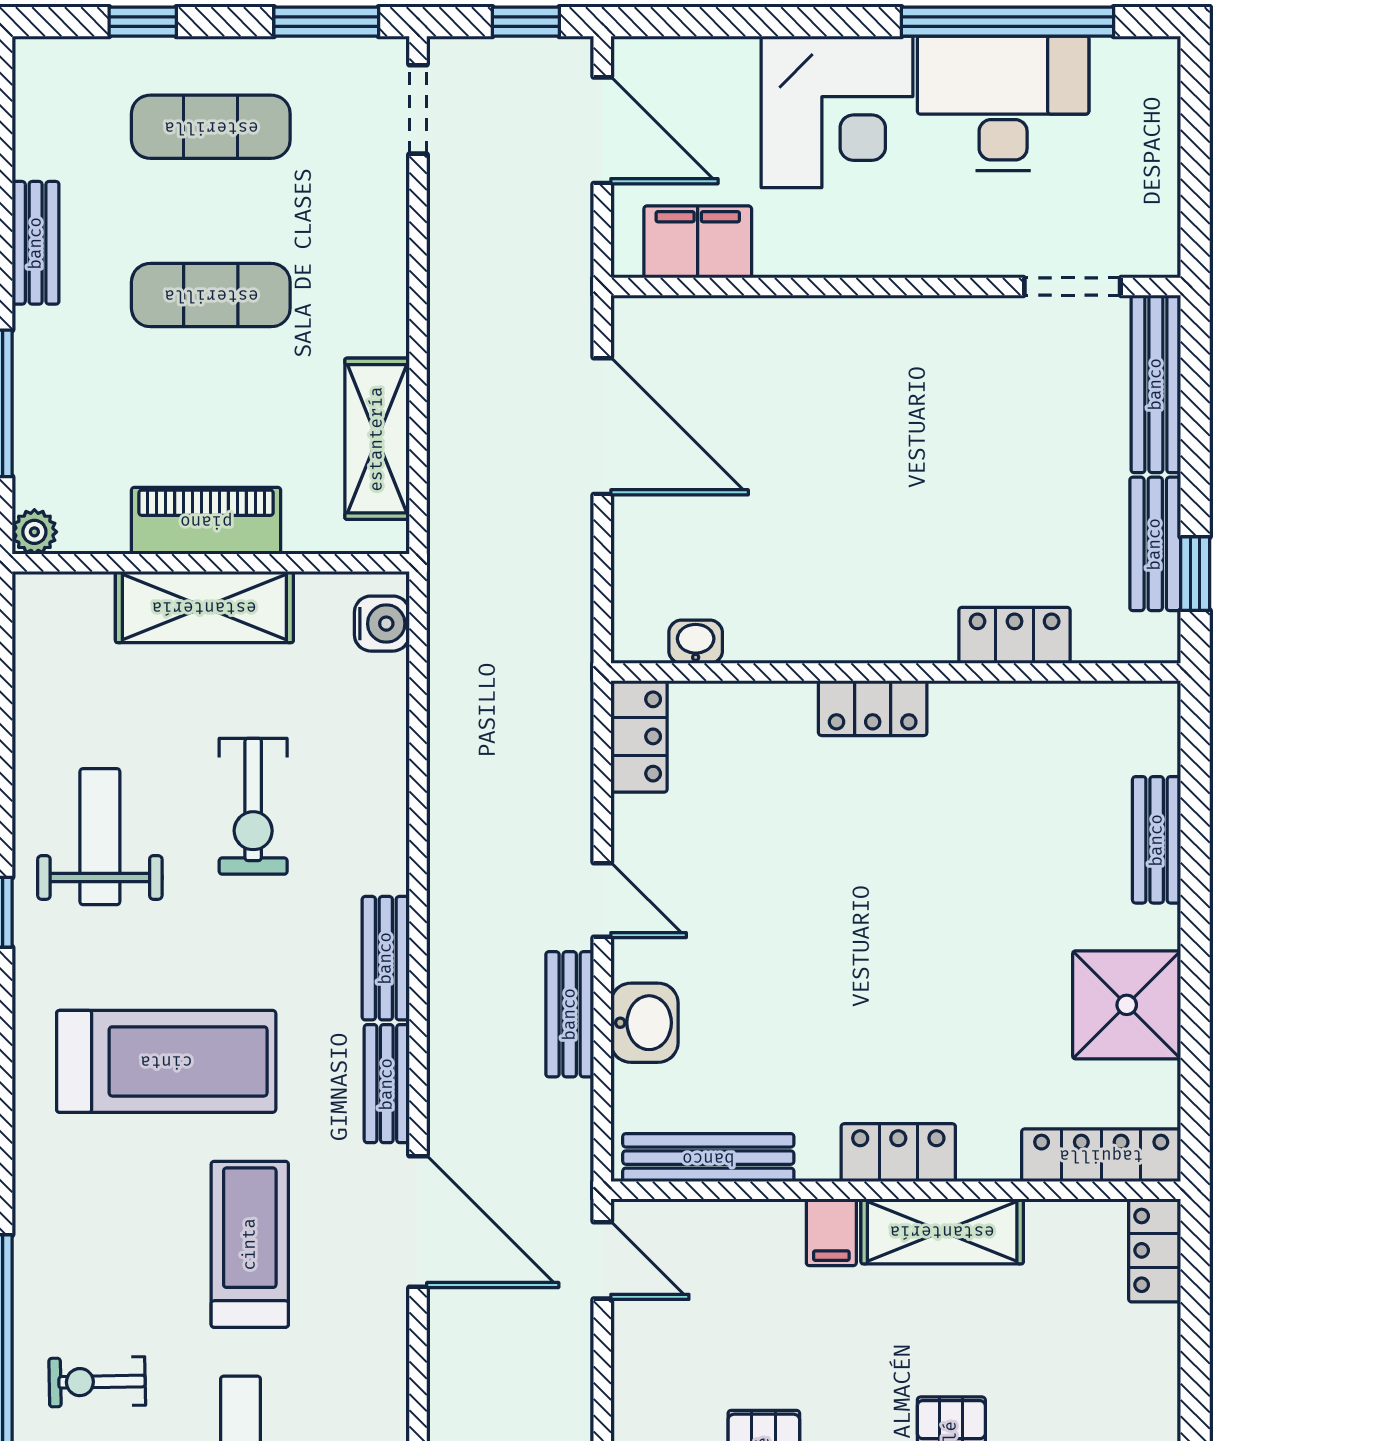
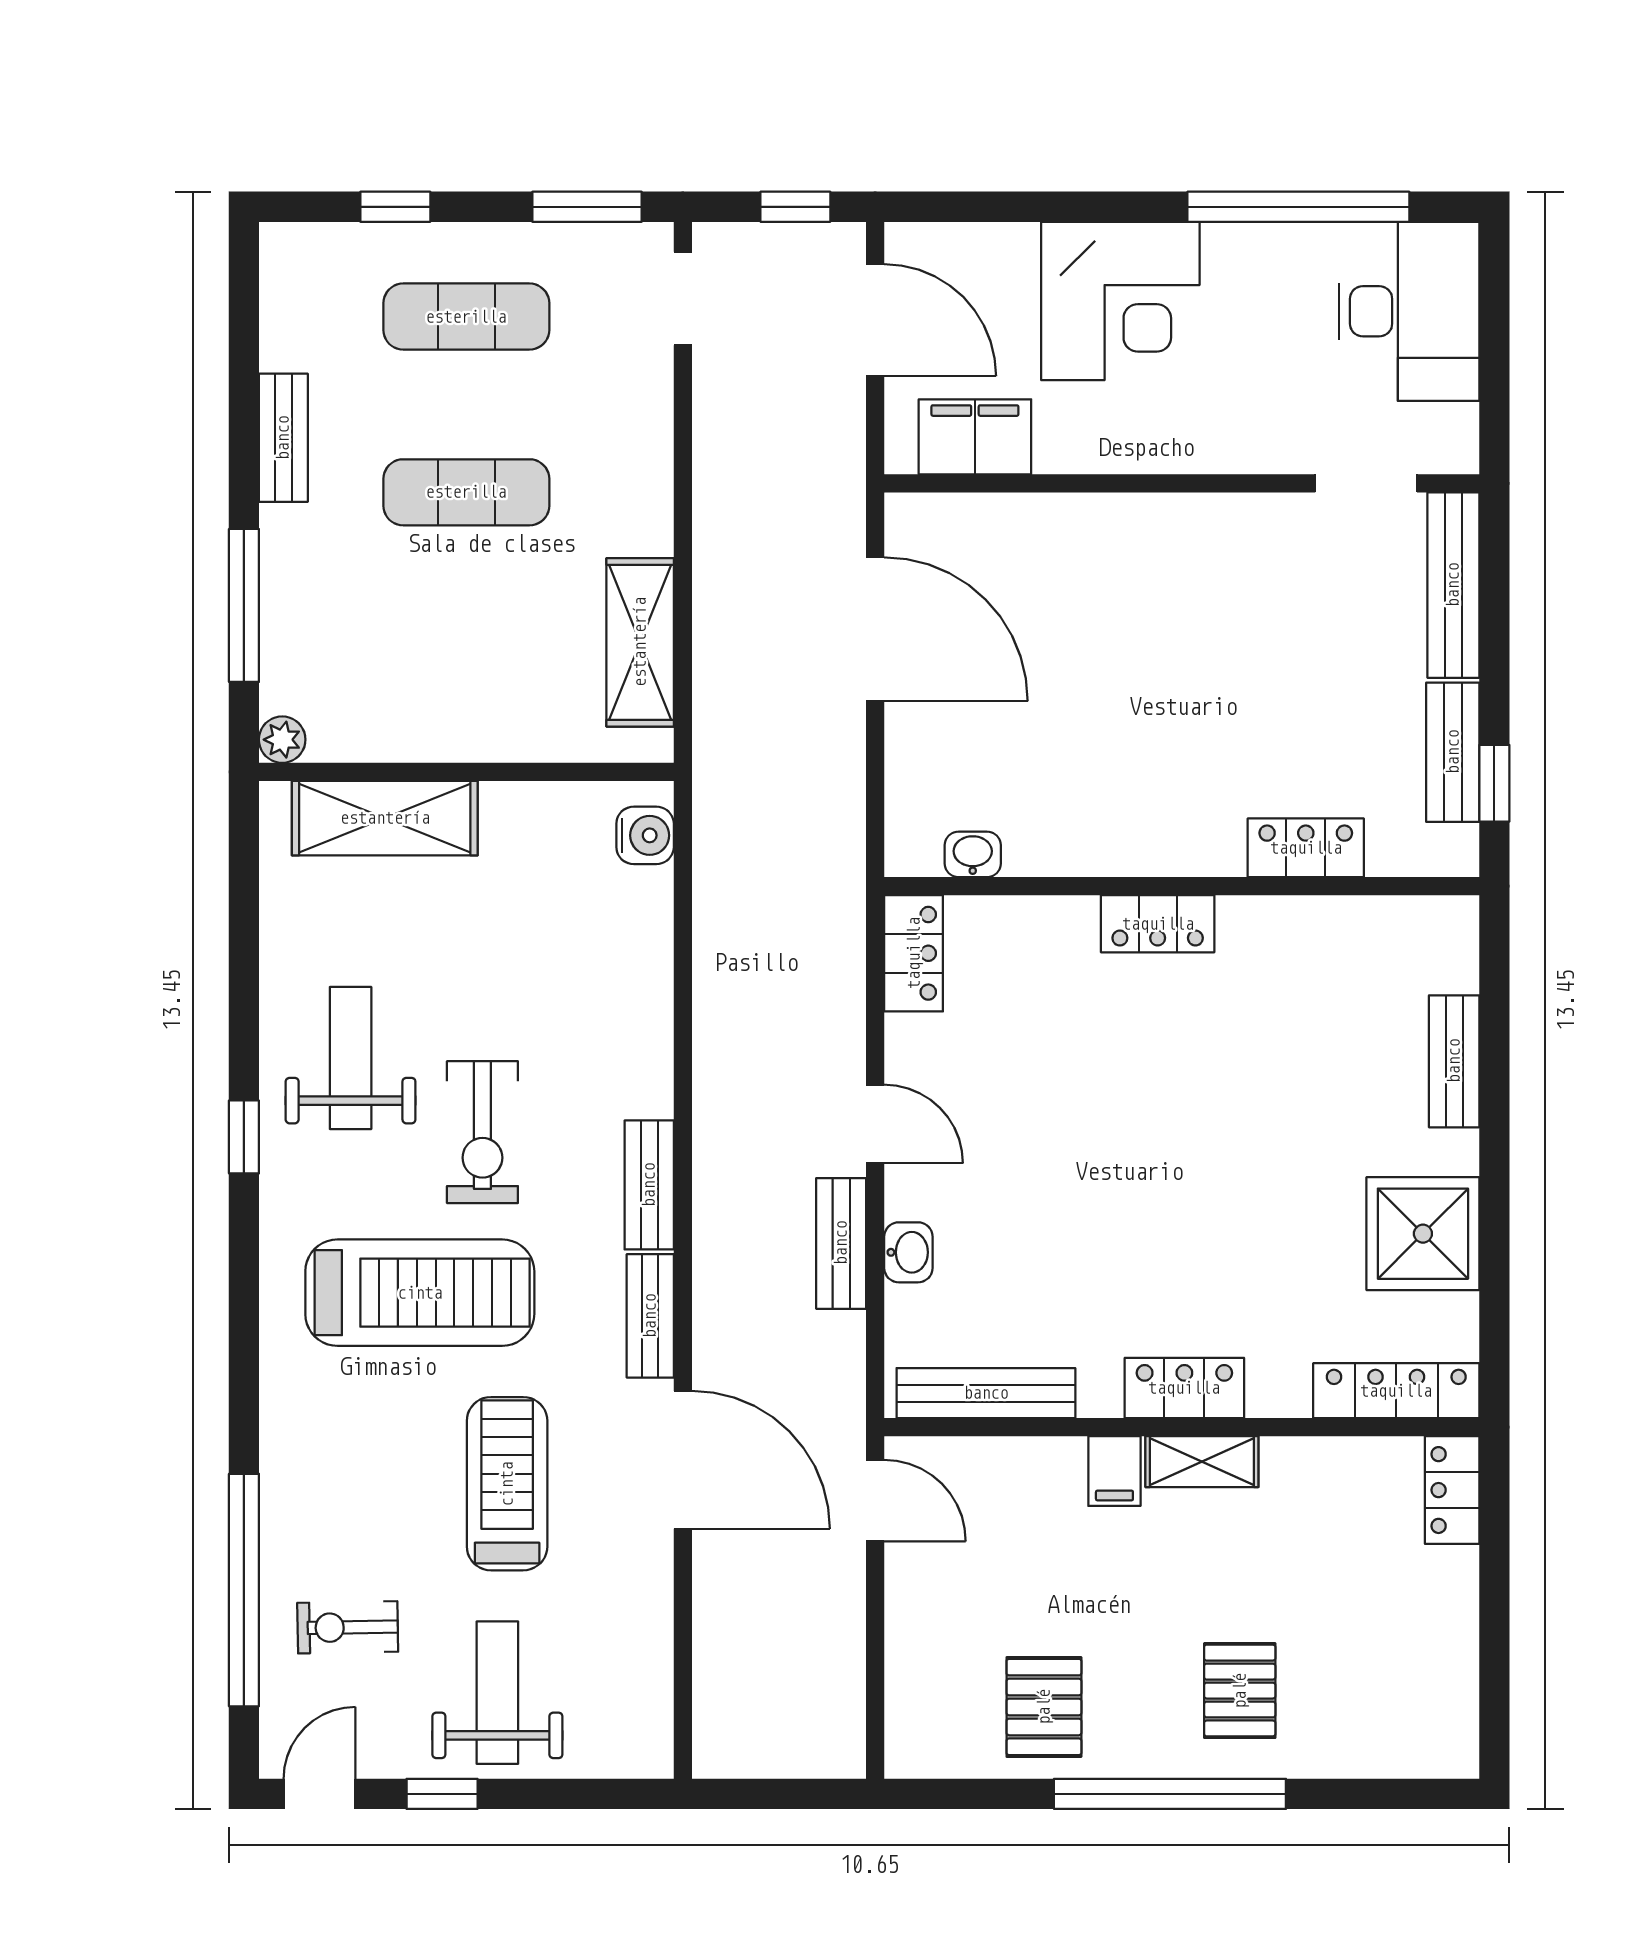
desk: (1003, 103) -> (1409, 311), moved, turned 90
piano: (206, 521) -> (461, 728), removed
shelving: (204, 607) -> (385, 818), moved
exercise bike: (253, 806) -> (482, 1132), moved
washbasin: (644, 1023) -> (908, 1252), width x0.72, depth x0.69
shelving: (942, 1231) -> (1202, 1462), width x0.67, depth x0.75

